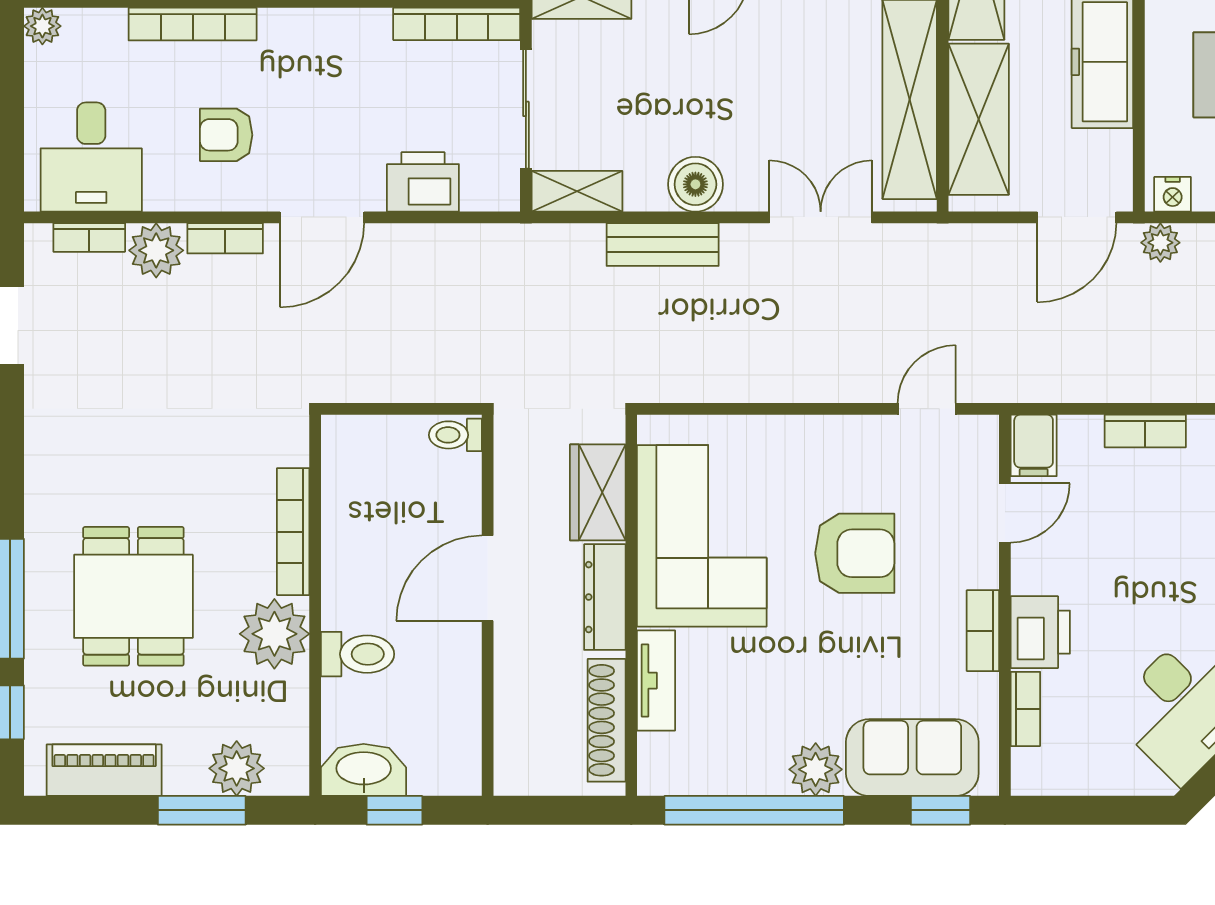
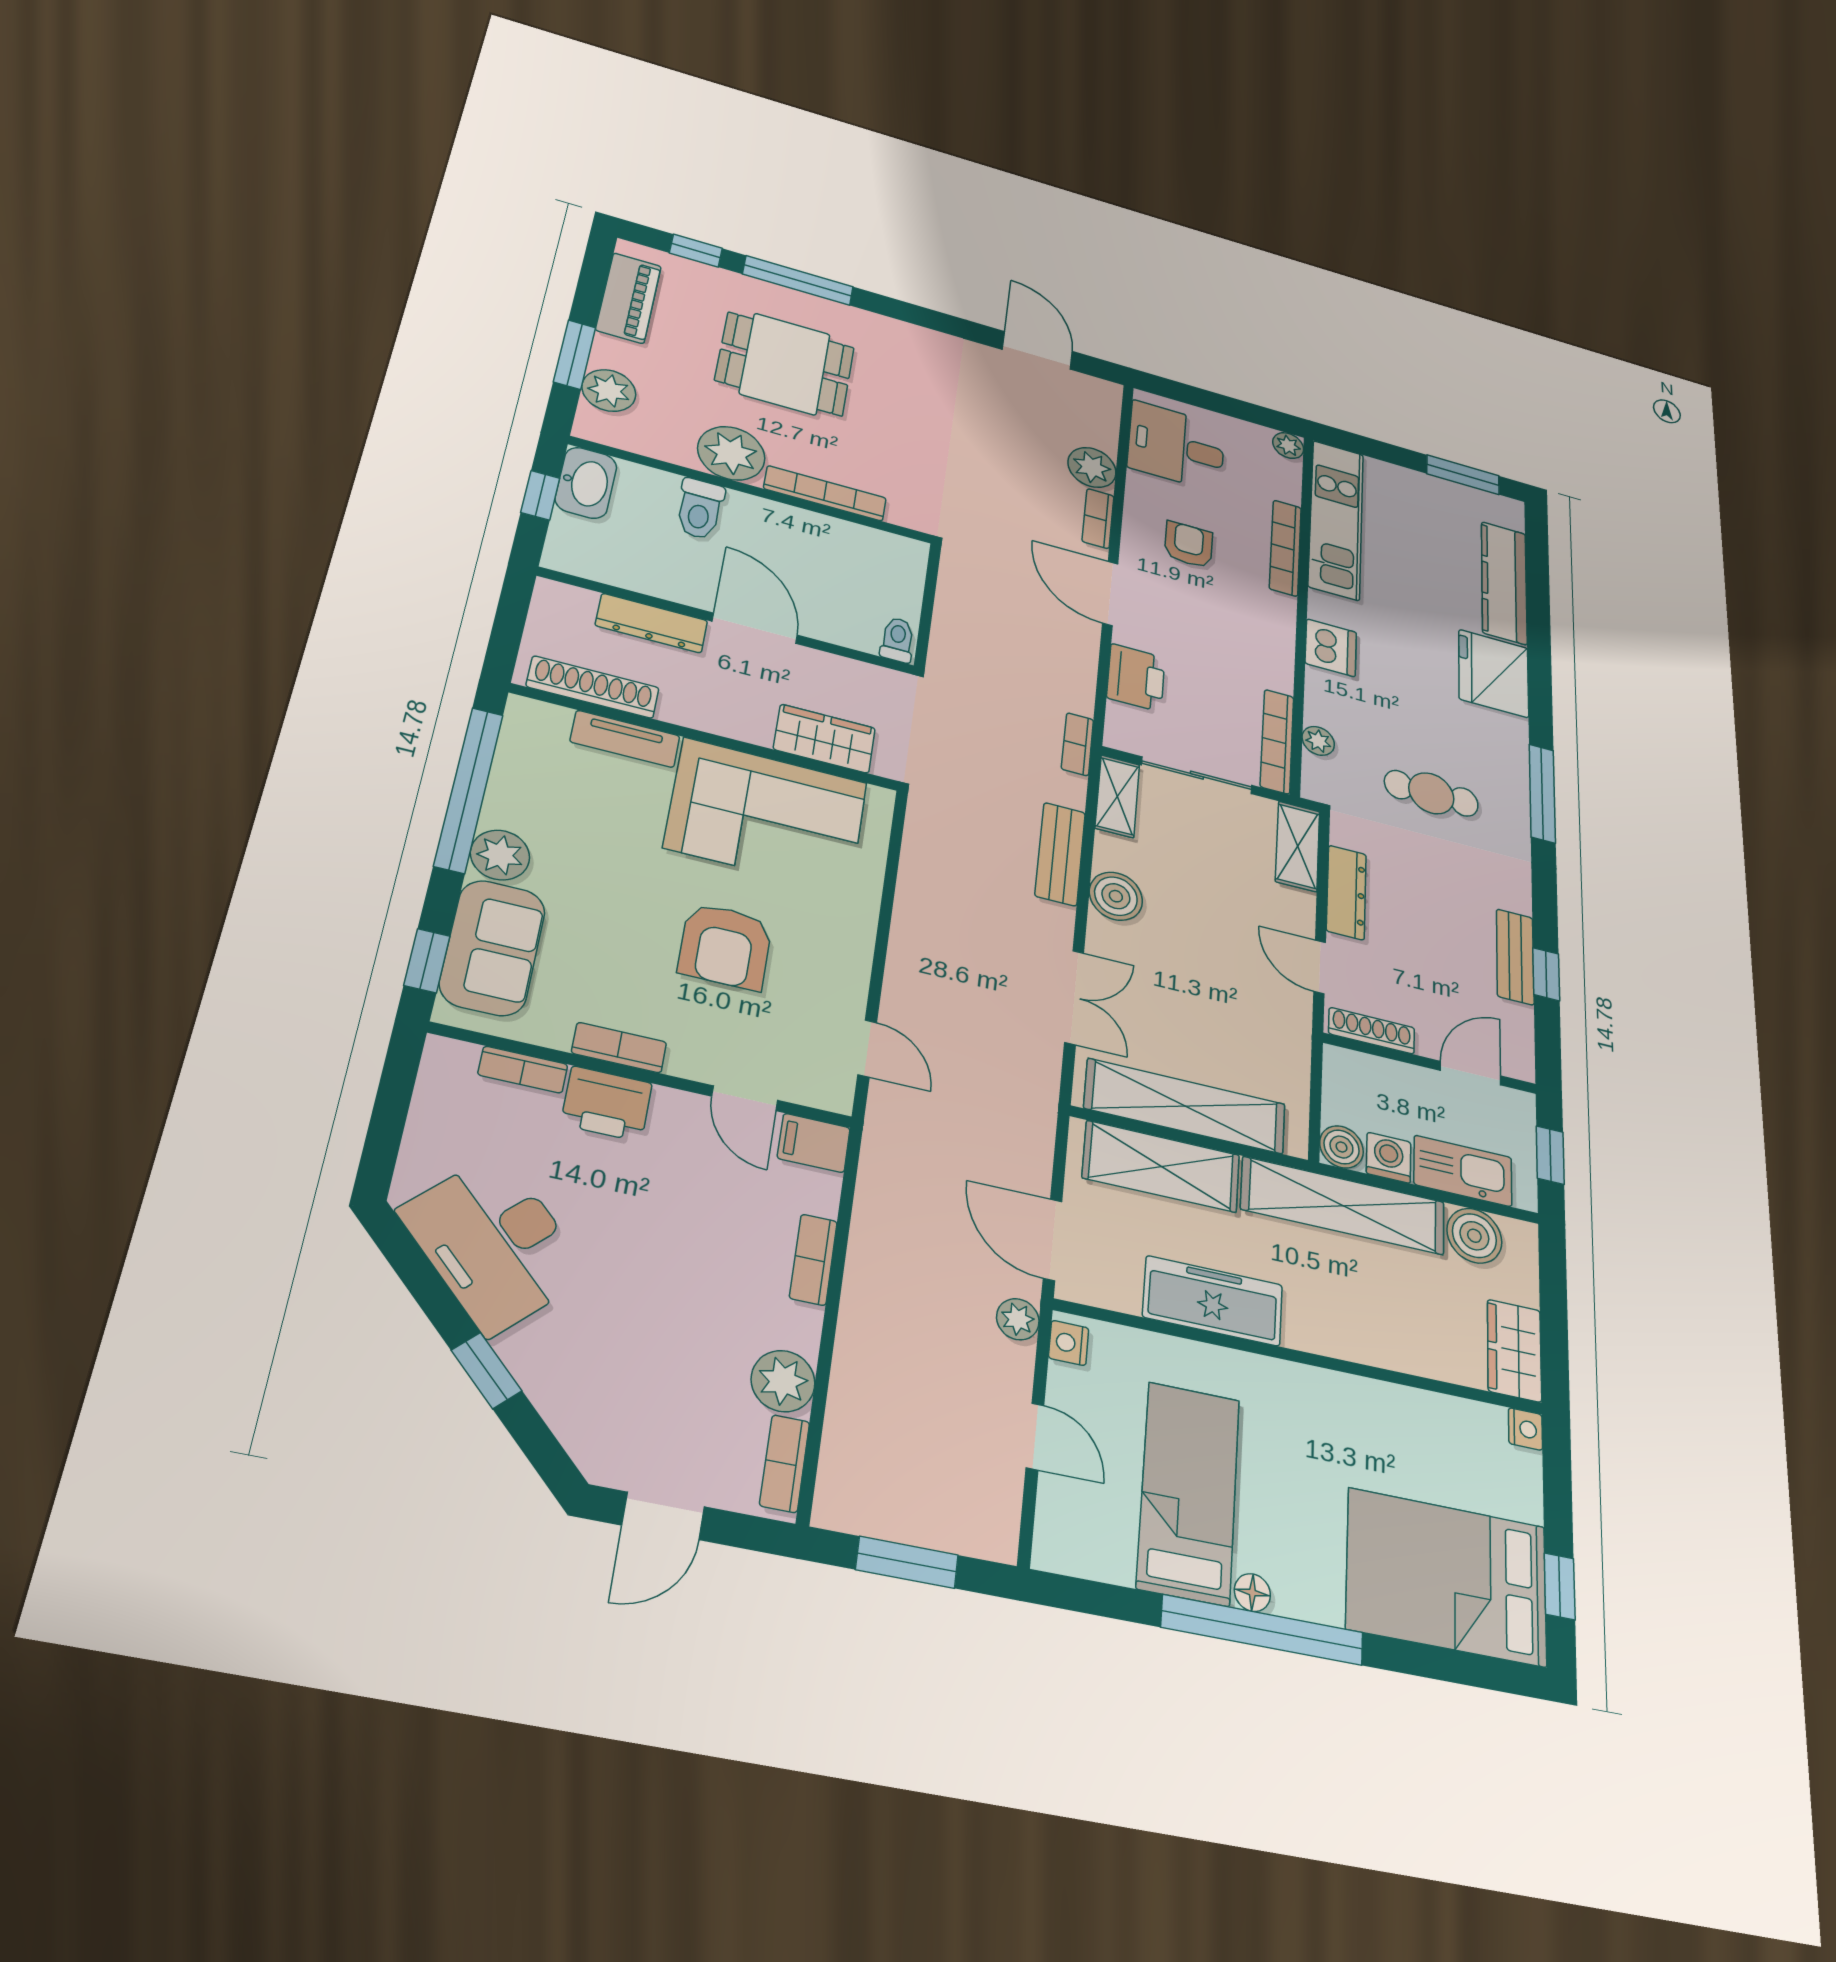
bookcase: (89, 237) -> (1077, 744), moved
dresser: (605, 597) -> (652, 623), moved, turned 180

